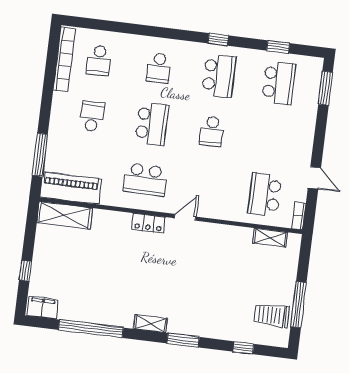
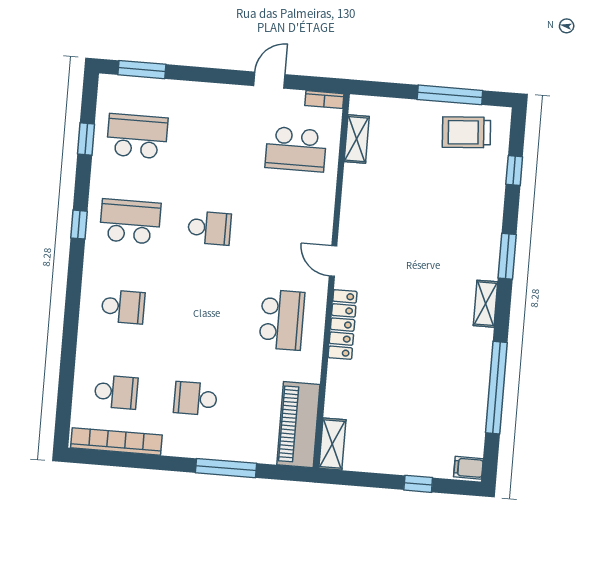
school desk: (152, 124) -> (202, 313), removed
window: (40, 155) -> (226, 468), moved
shelving: (65, 215) -> (332, 444), width x0.67, depth x0.75
locker: (148, 223) -> (343, 325), width x1.53
filing cabinet: (43, 308) -> (468, 468), width x0.50
trolley: (272, 315) -> (466, 132), turned 86

